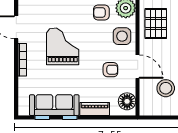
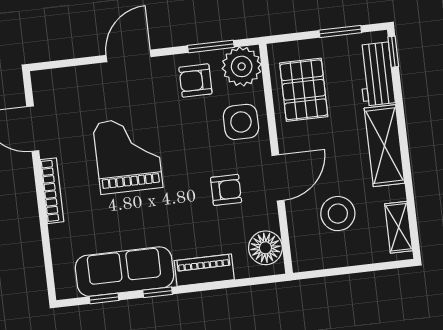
door: (138, 67) -> (278, 178), hinge flipped

